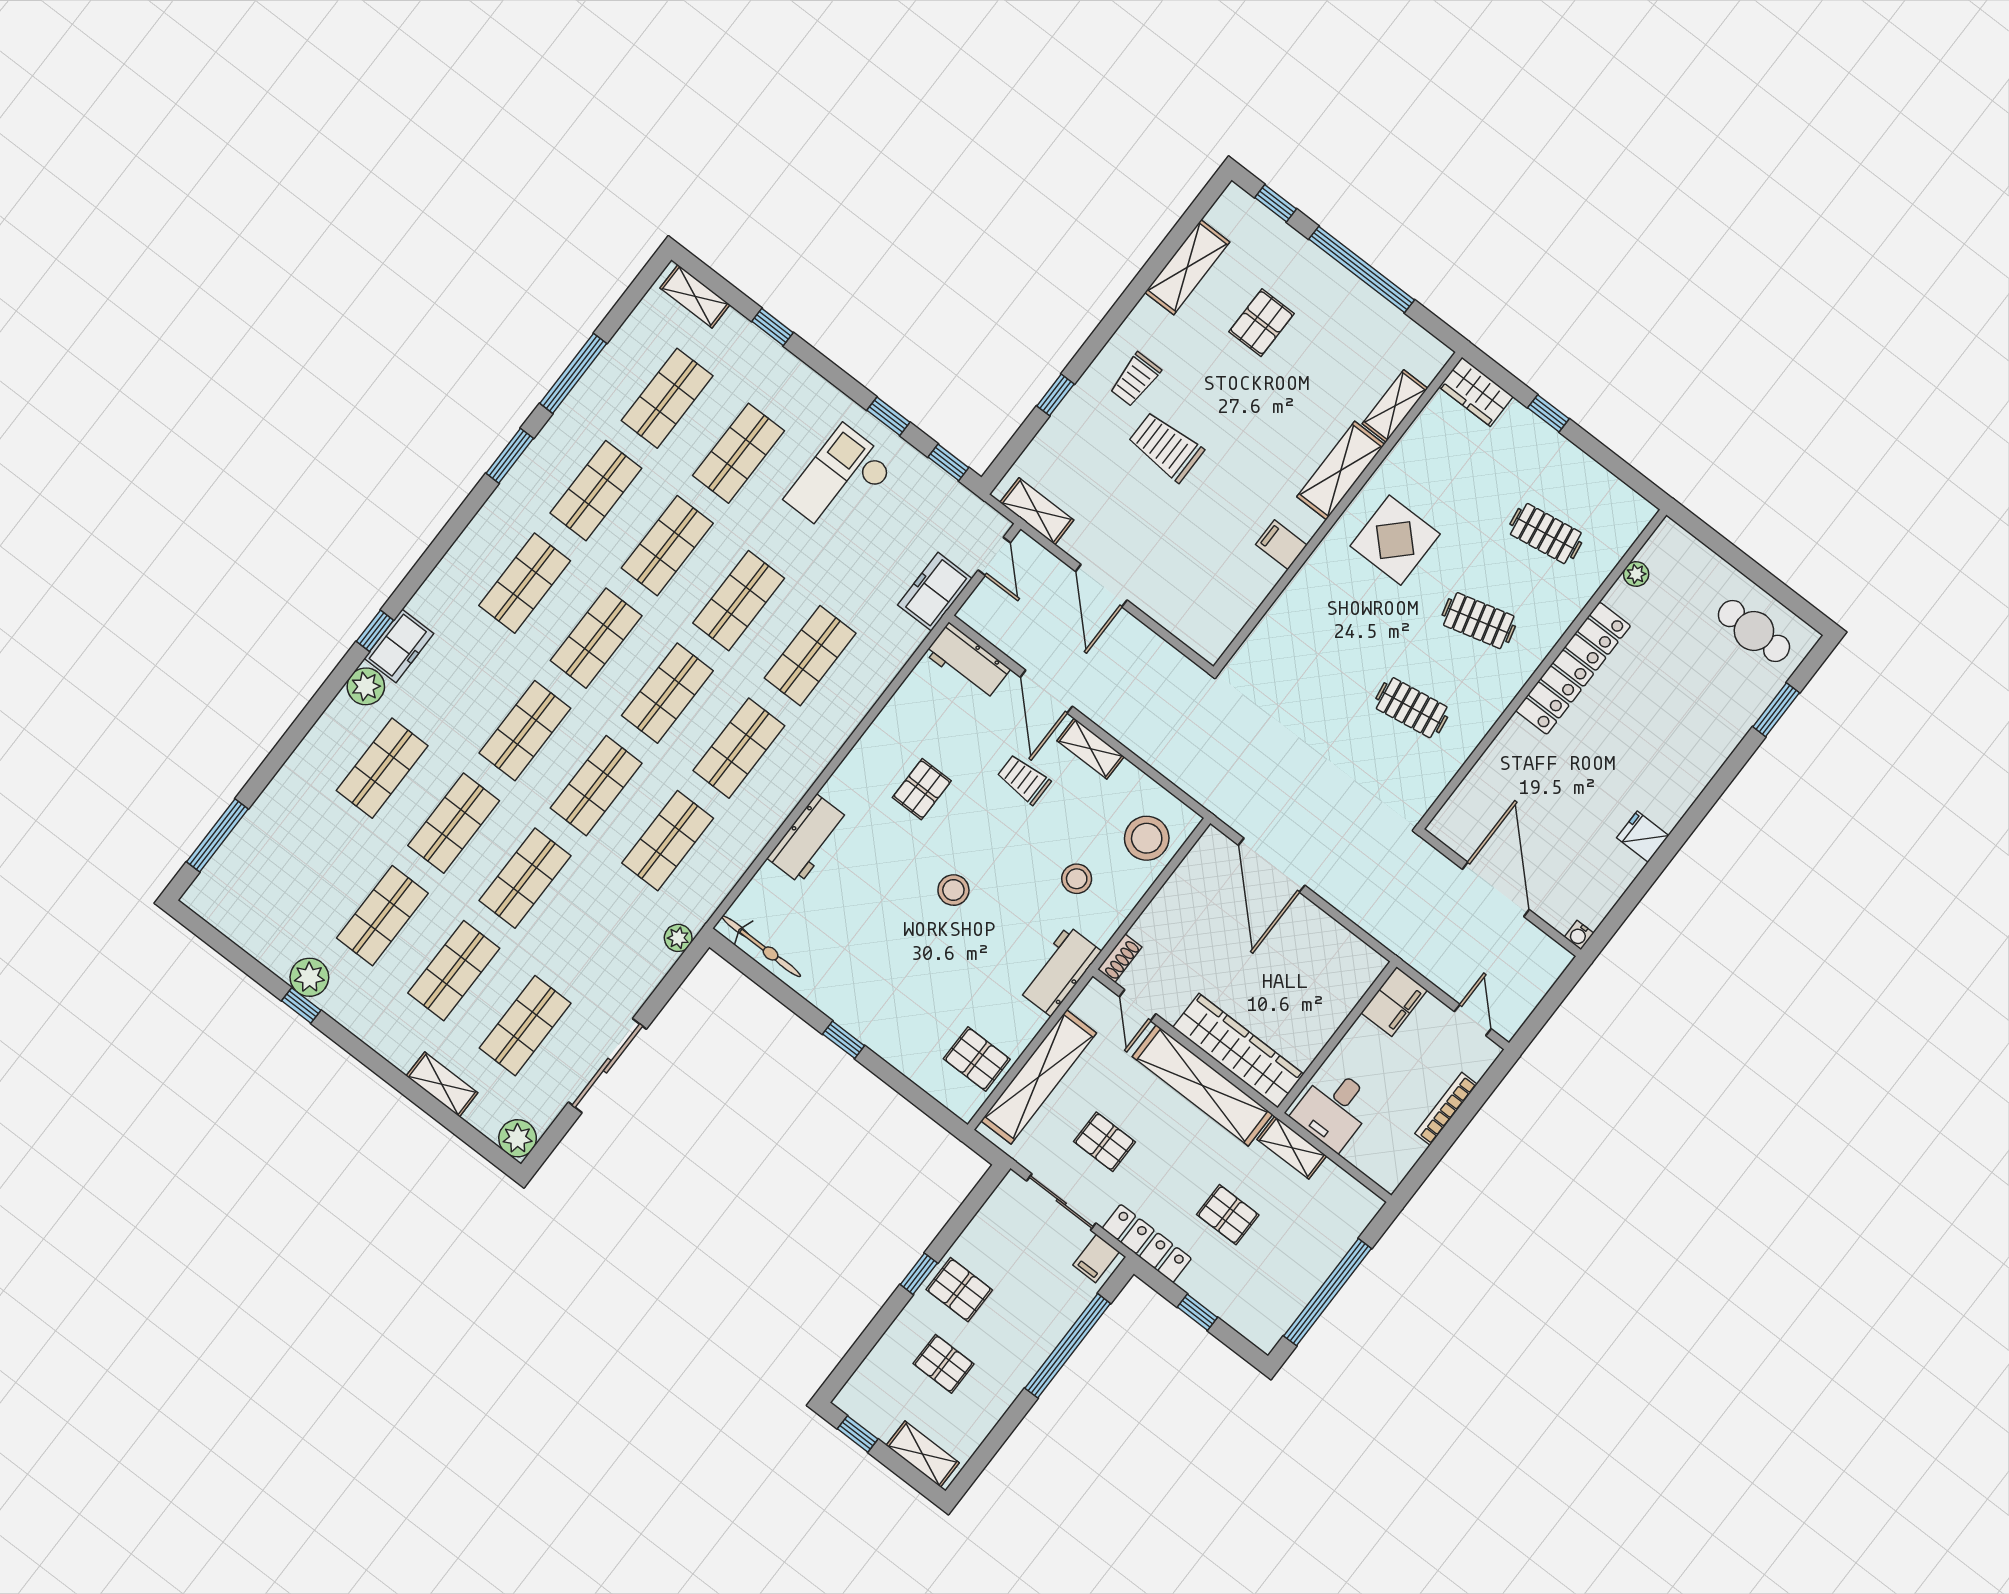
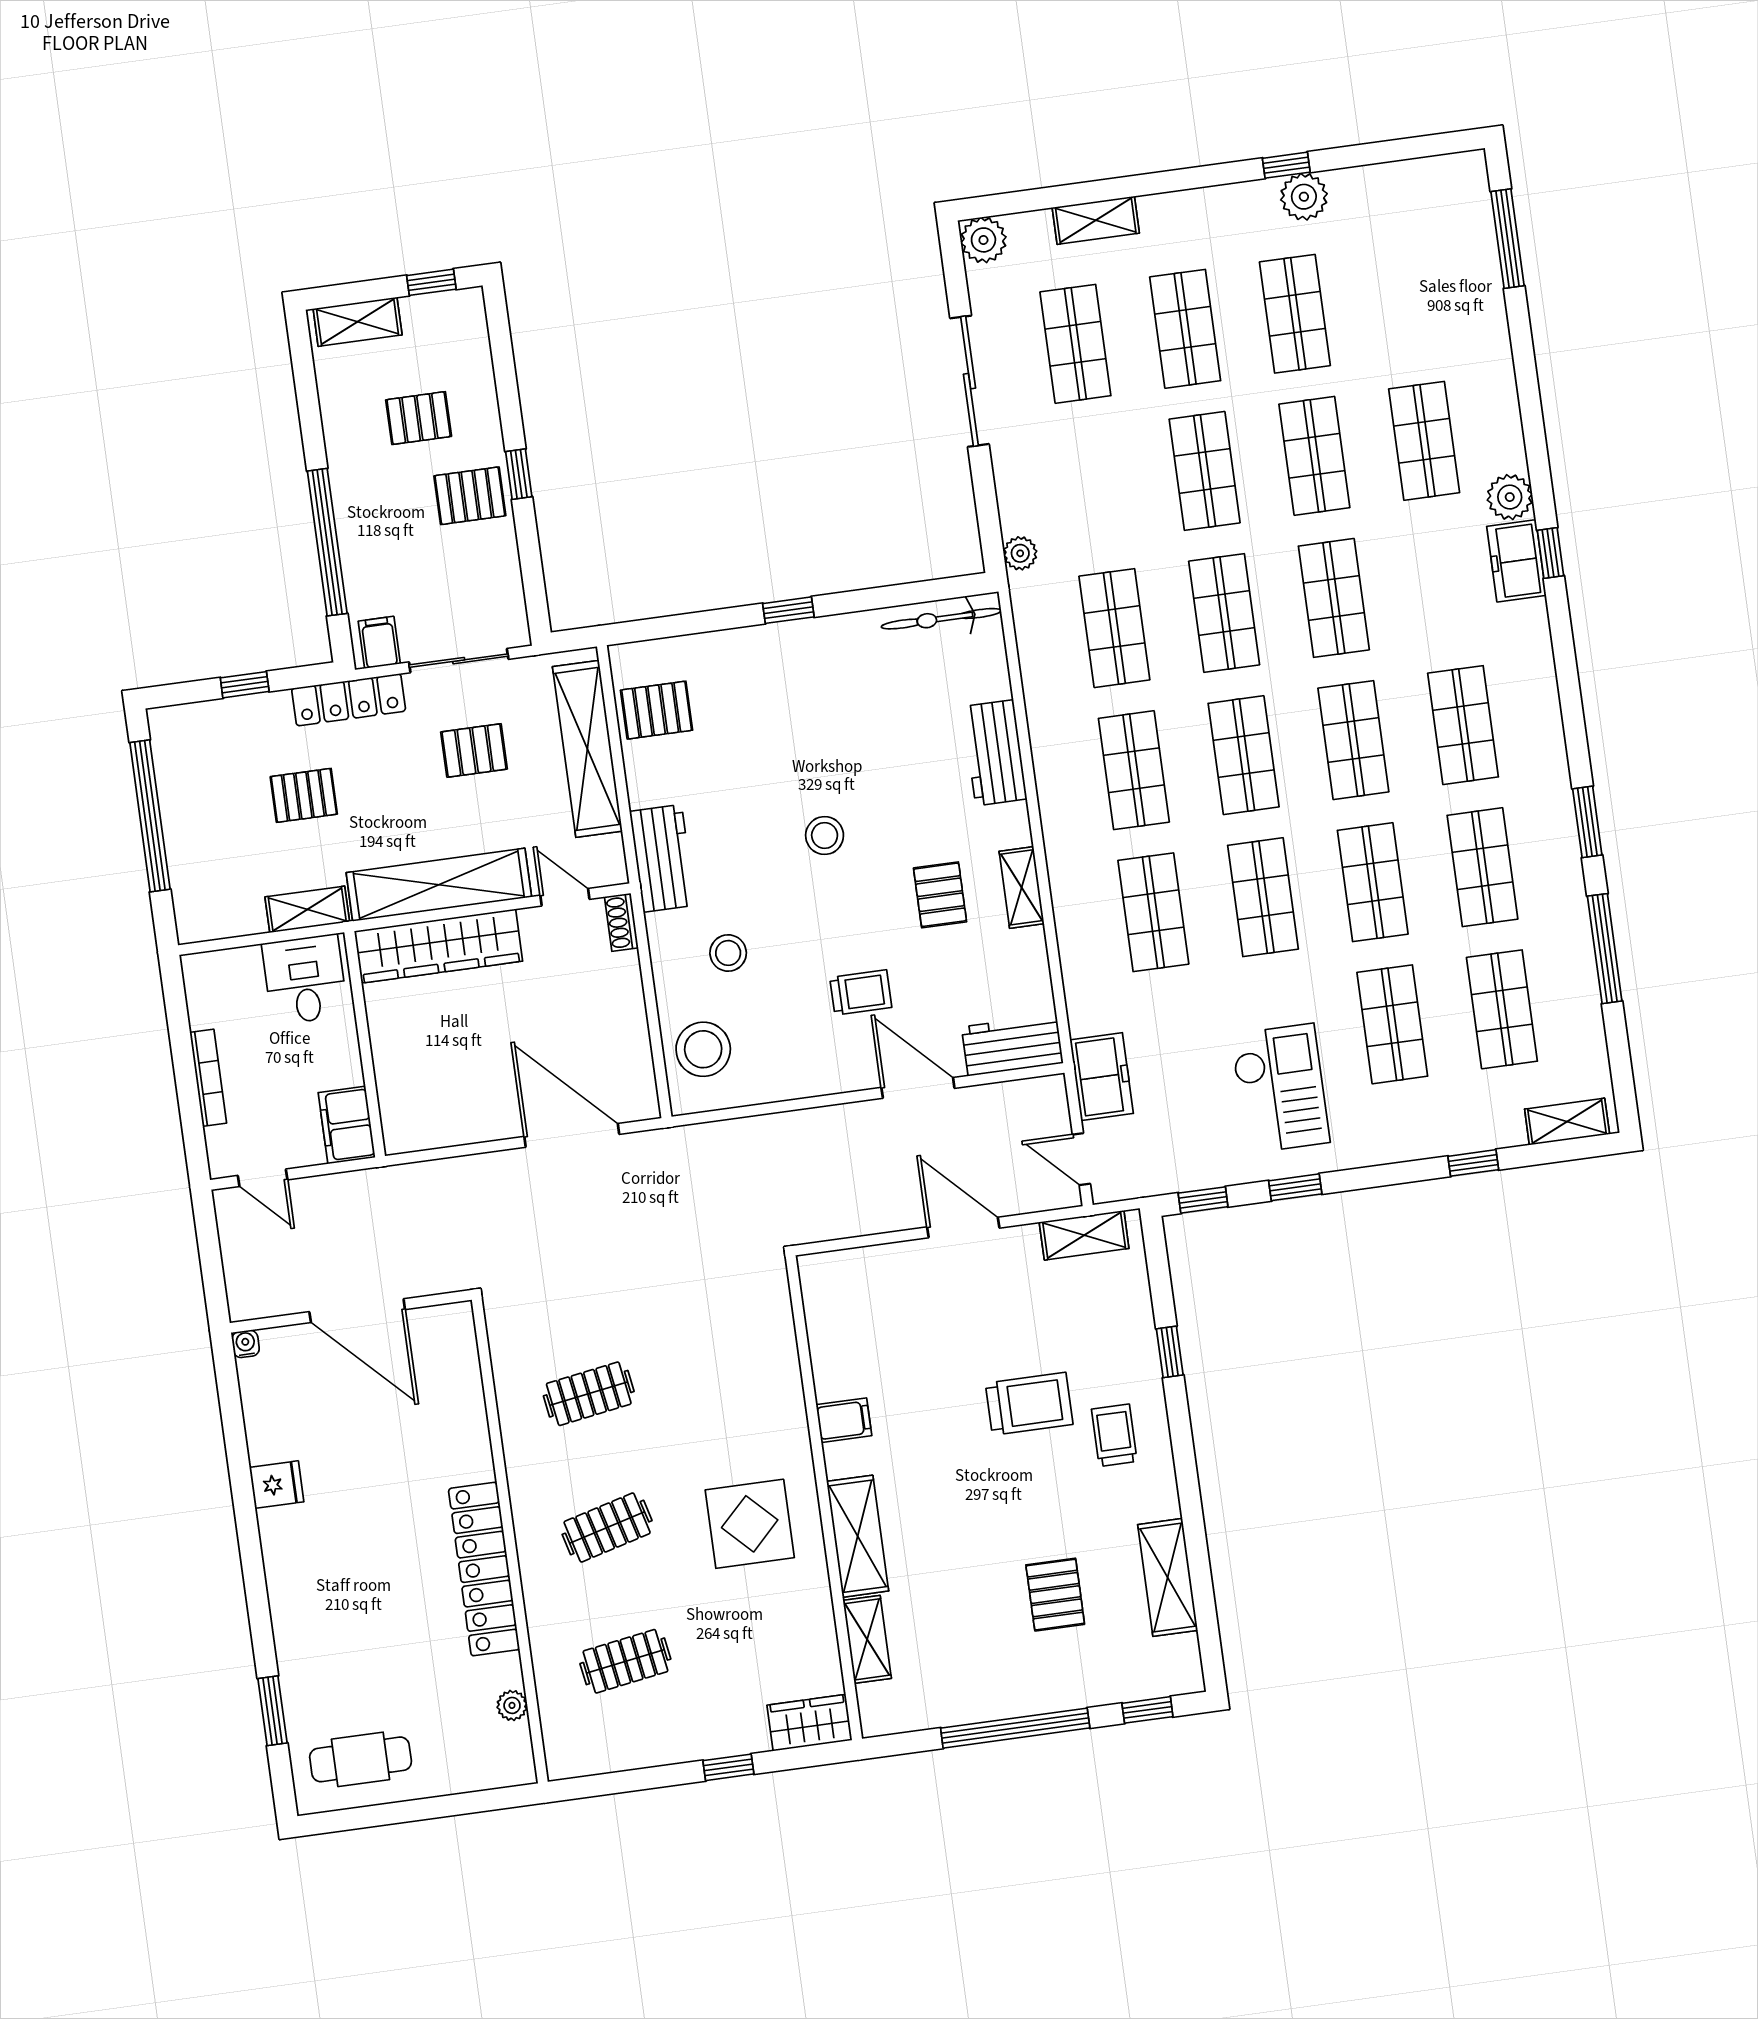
shelving: (1091, 749) -> (1022, 887), moved, turned 90

